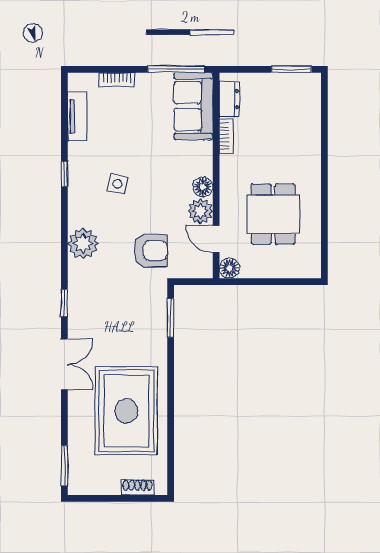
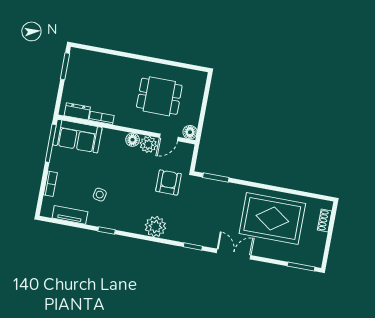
side table: (118, 184) -> (100, 195), moved

